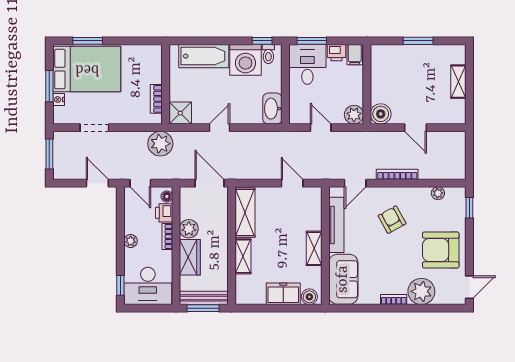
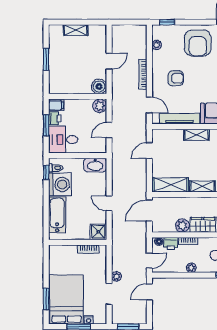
window: (312, 41) -> (46, 125), moved
plant: (160, 144) -> (116, 276), moved, width x0.53, depth x0.53
armchair: (392, 220) -> (176, 78), turned -151

